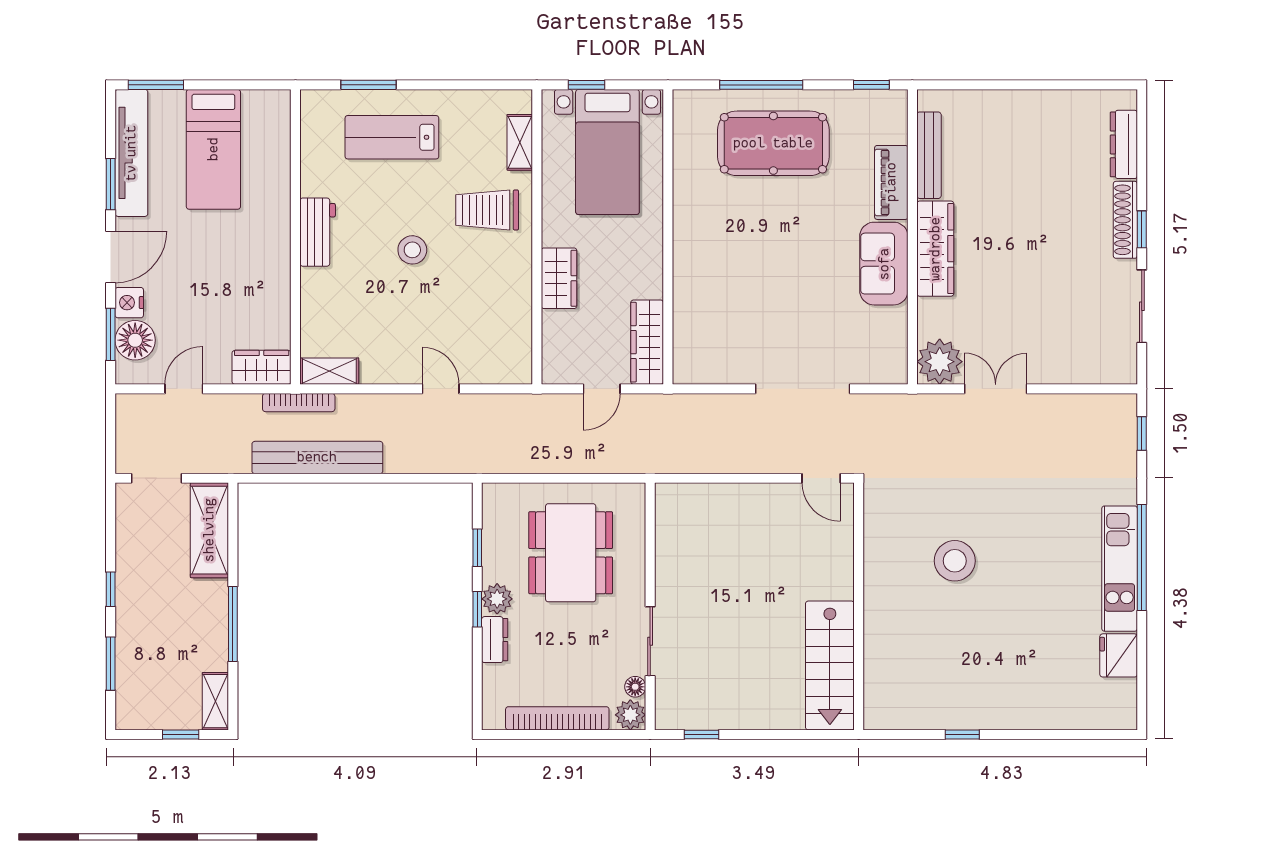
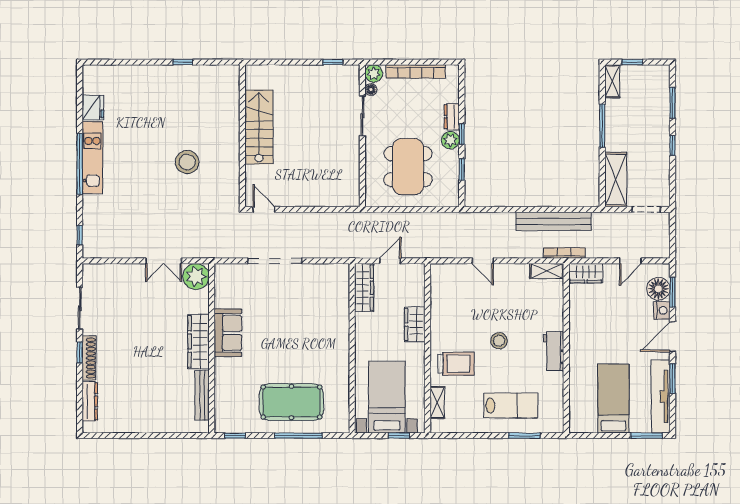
piano: (891, 182) -> (224, 380), removed
stairs: (830, 665) -> (259, 127), moved

